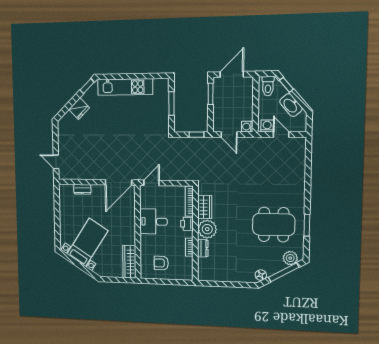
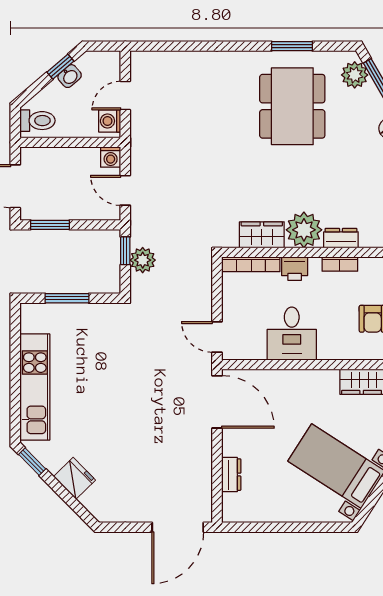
window: (286, 85) -> (60, 67), moved
washbasin: (291, 105) -> (70, 76), width x0.52, depth x0.69
door: (229, 135) -> (125, 190), swing flipped
plant: (192, 144) -> (143, 260), added
door: (56, 162) -> (178, 527), width x1.87

